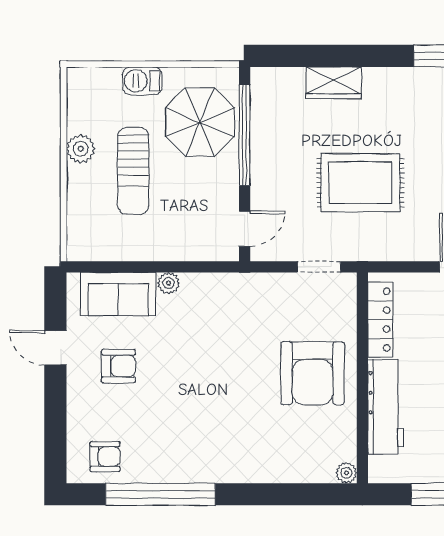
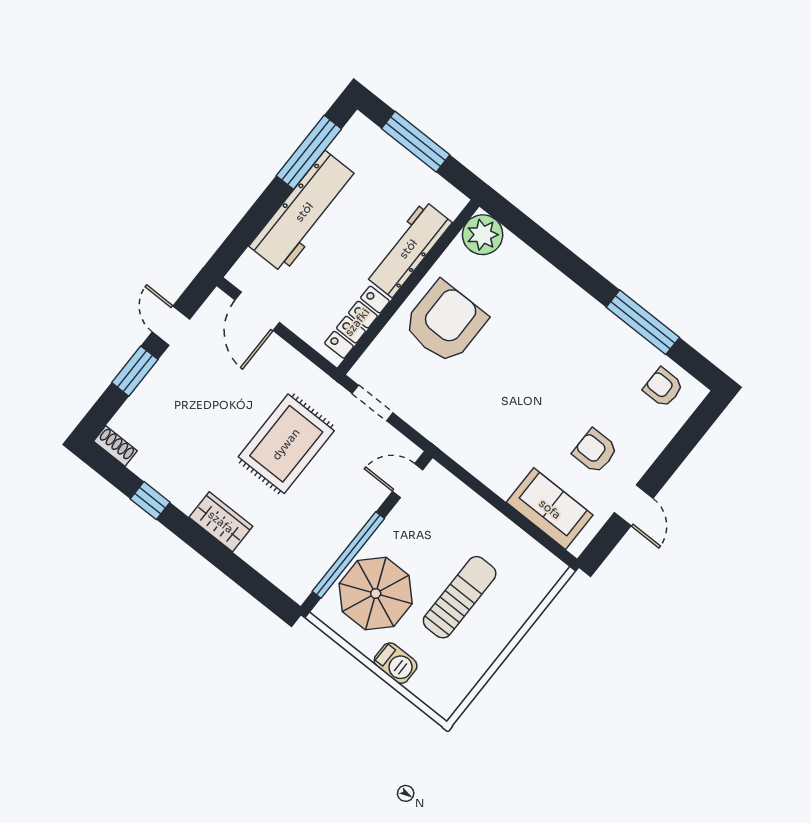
wardrobe: (334, 83) -> (221, 522), moved
plant: (81, 149) -> (487, 648), removed
rug: (360, 183) -> (286, 444), turned 90
plant: (169, 283) -> (503, 485), removed
plant: (346, 473) -> (483, 235), width x1.87, depth x1.87
window: (160, 494) -> (643, 322), width x0.68

